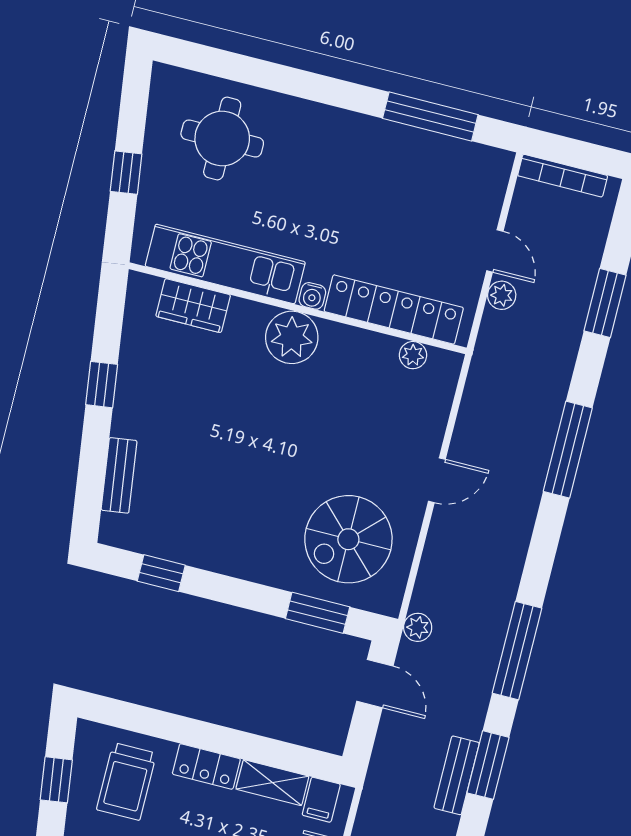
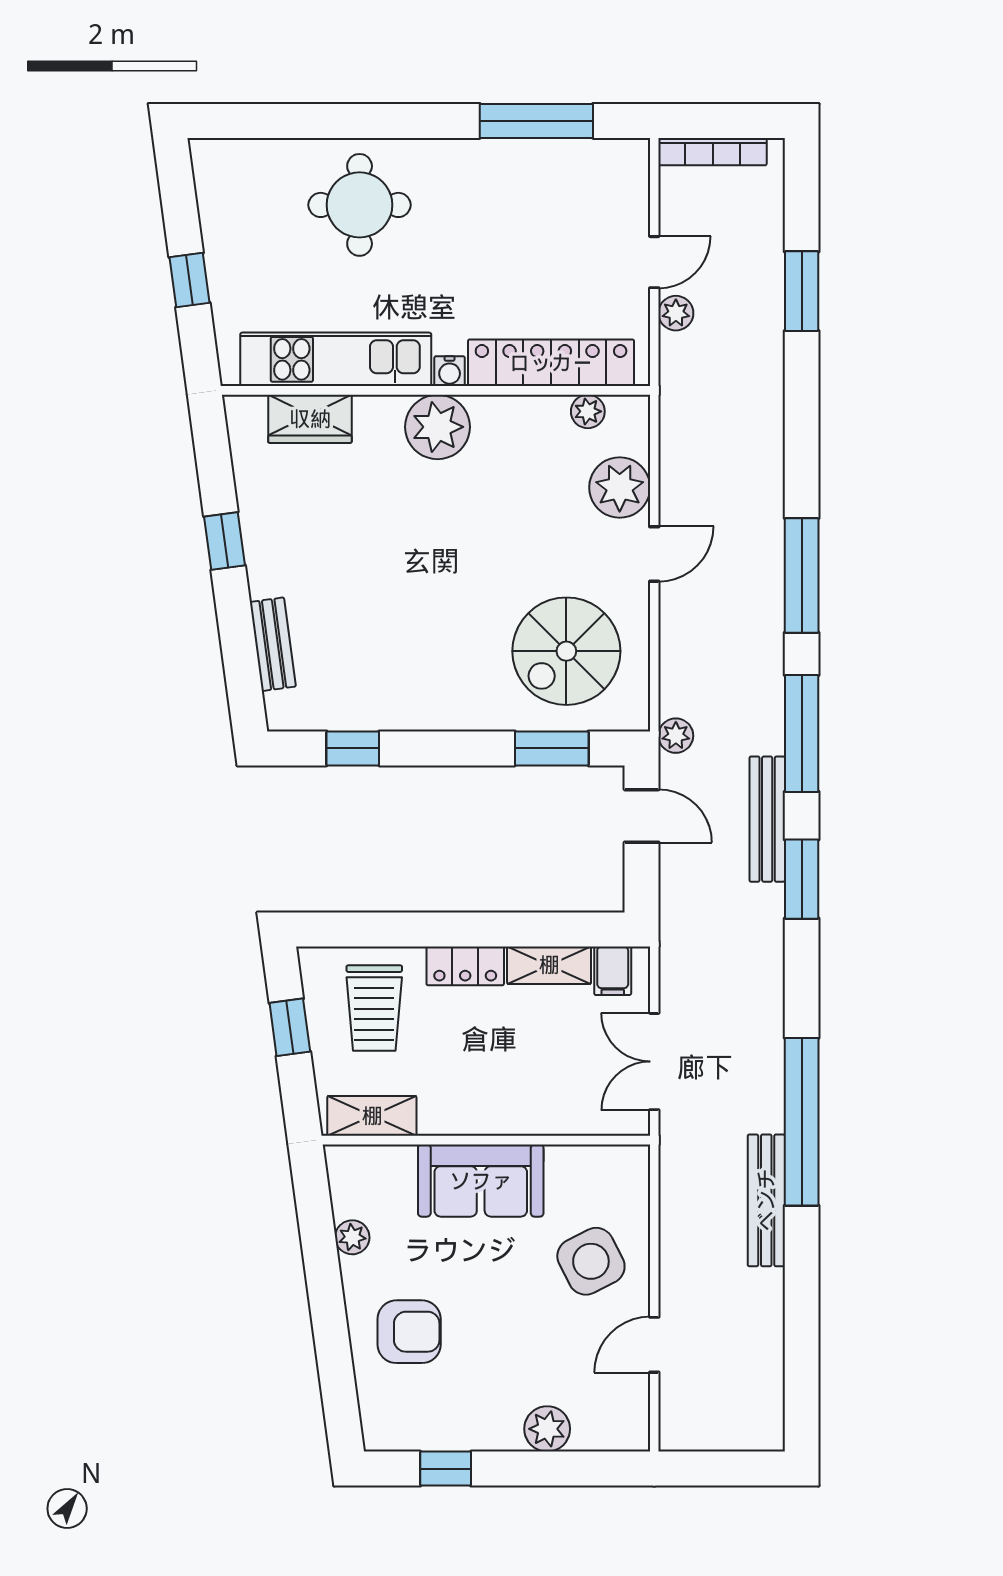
round table: (222, 139) -> (360, 205), moved
door: (495, 251) -> (654, 262), hinge flipped
plant: (423, 421) -> (620, 487), added
window: (568, 450) -> (802, 575), moved
bench: (457, 775) -> (767, 819), moved, width x1.36

